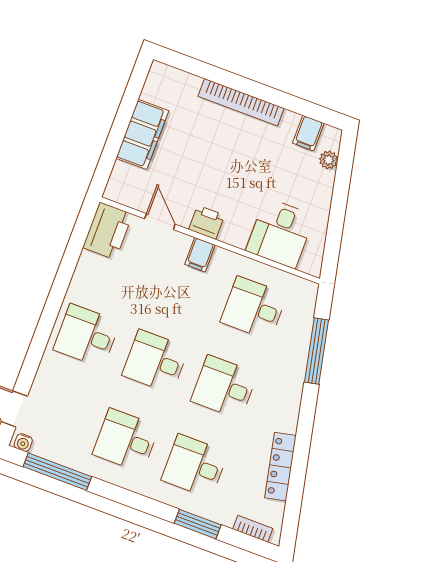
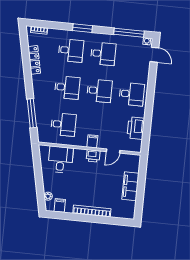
door: (160, 222) -> (113, 151), hinge flipped
printer: (108, 231) -> (136, 128), moved
window: (198, 524) -> (82, 28), moved

